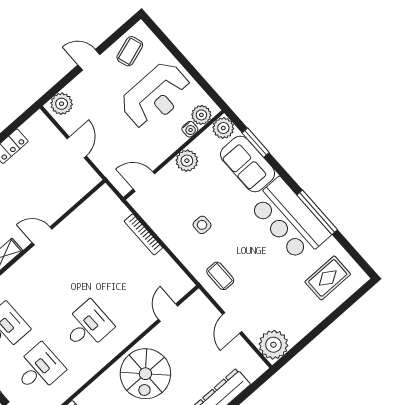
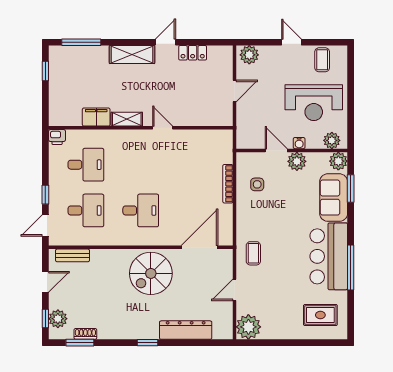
coffee table: (130, 51) -> (322, 60), turned -72
water cooler: (190, 129) -> (299, 143), moved
door: (144, 181) -> (276, 150), moved
side table: (202, 225) -> (257, 184), moved
door: (168, 313) -> (200, 247), width x1.88

